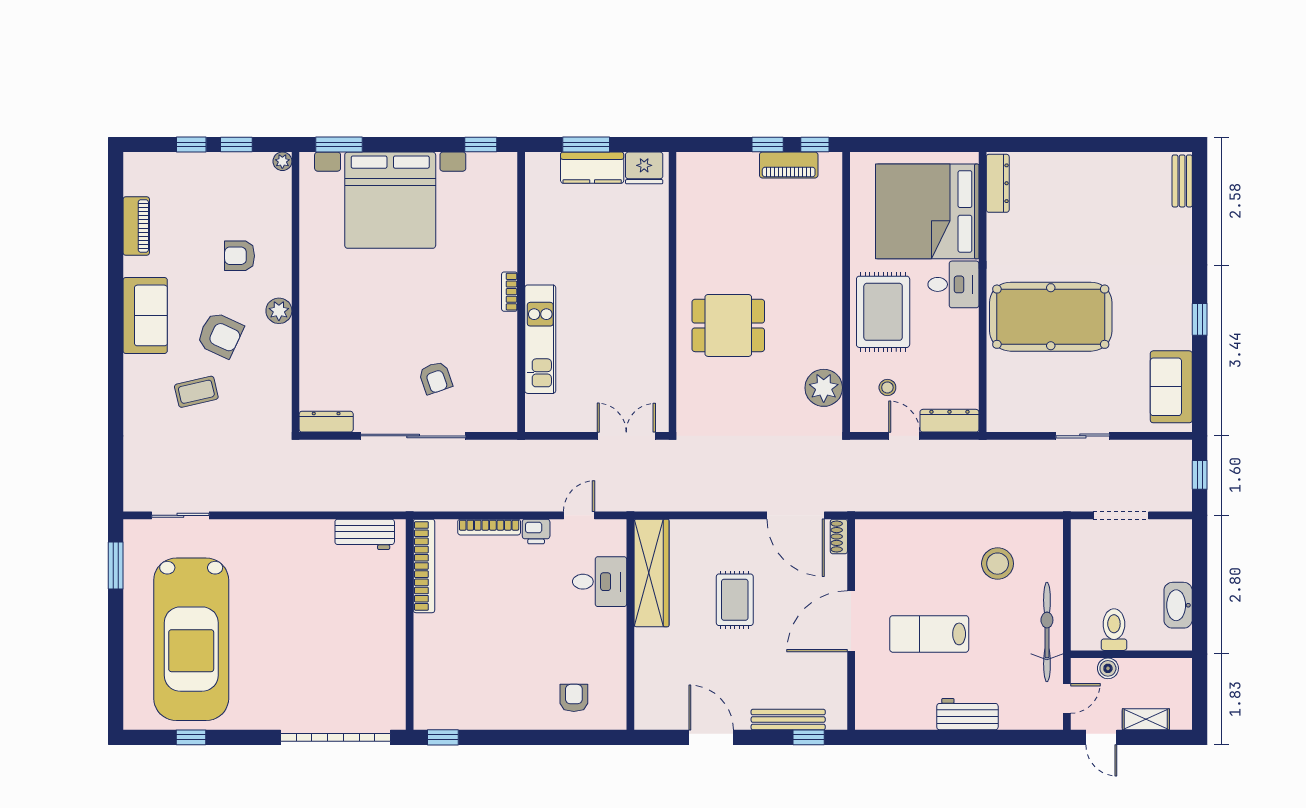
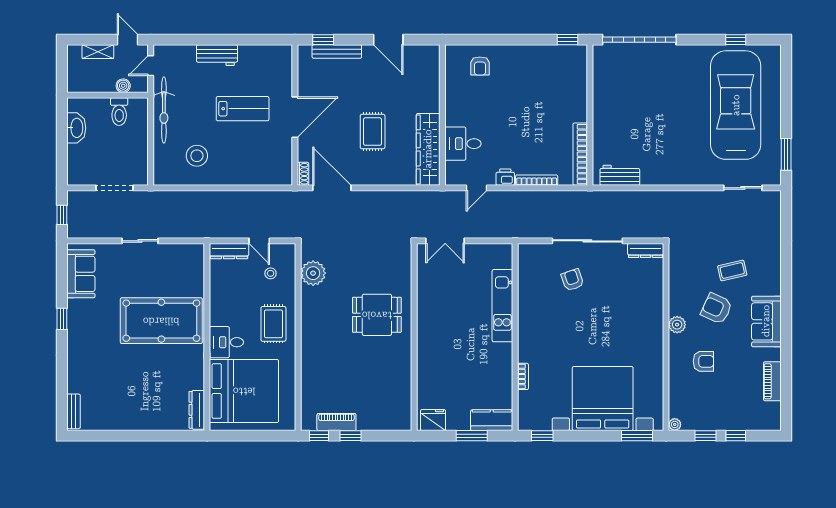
kitchen counter: (592, 168) -> (492, 420), moved
bookcase: (510, 292) -> (523, 376), moved
rug: (883, 312) -> (273, 324), width x0.73, depth x0.70

